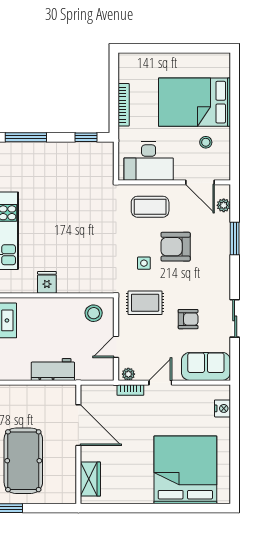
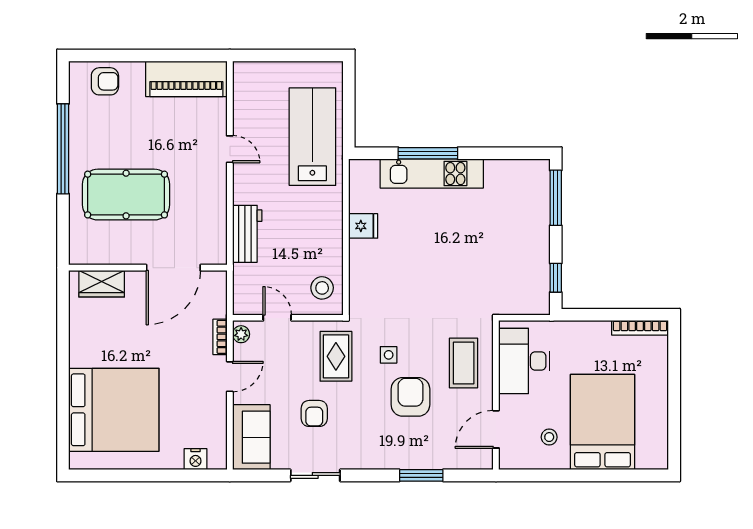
bookcase: (124, 105) -> (640, 328), moved
plant: (224, 205) -> (465, 461), removed
door: (160, 383) -> (230, 377), hinge flipped

